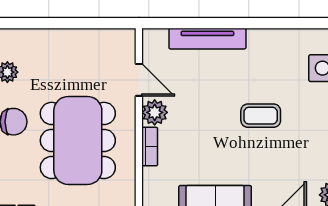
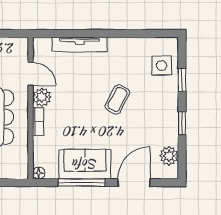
coffee table: (261, 116) -> (118, 99), turned -63

